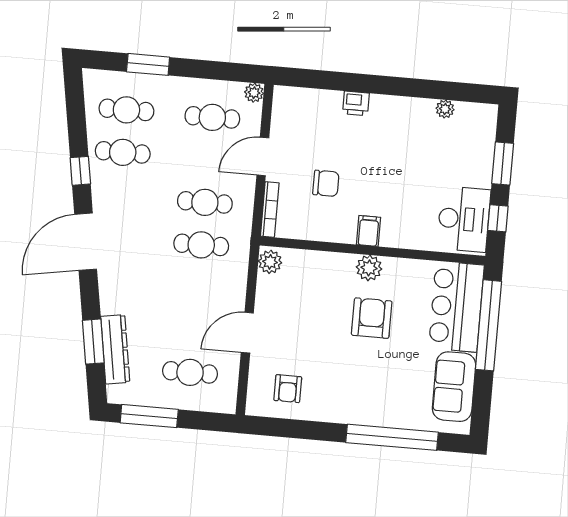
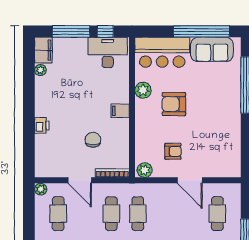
filing cabinet: (476, 116) -> (43, 50), added
window: (503, 163) -> (71, 31), width x1.44
plant: (369, 268) -> (143, 90), moved
window: (488, 325) -> (201, 31), moved
armchair: (288, 389) -> (173, 151), moved

